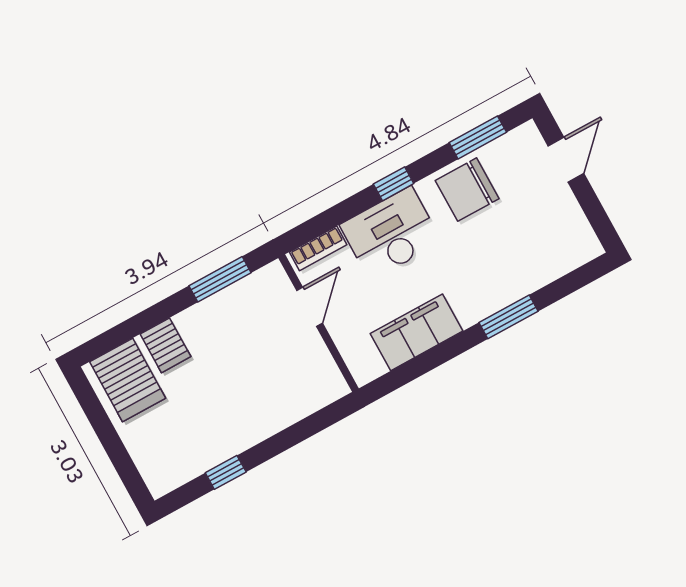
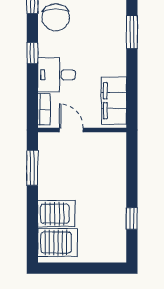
desk: (391, 233) -> (57, 75), width x0.73
filing cabinet: (417, 332) -> (114, 101), moved
server rack: (166, 345) -> (56, 214), width x1.36, depth x1.44

